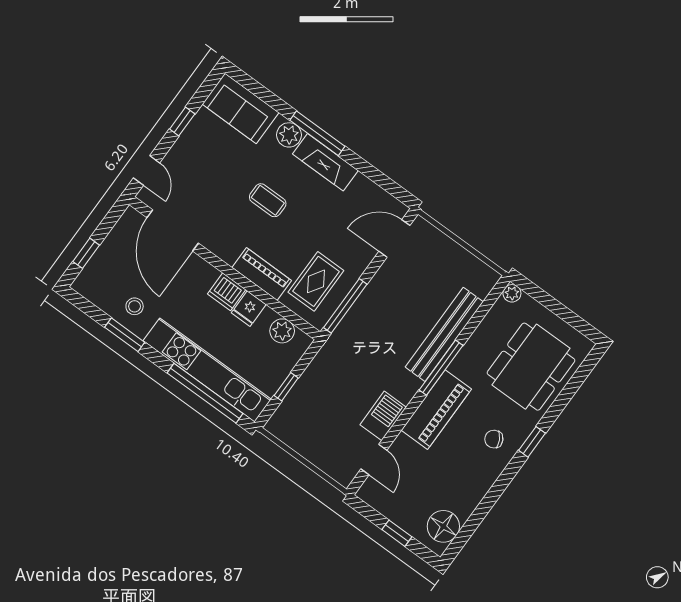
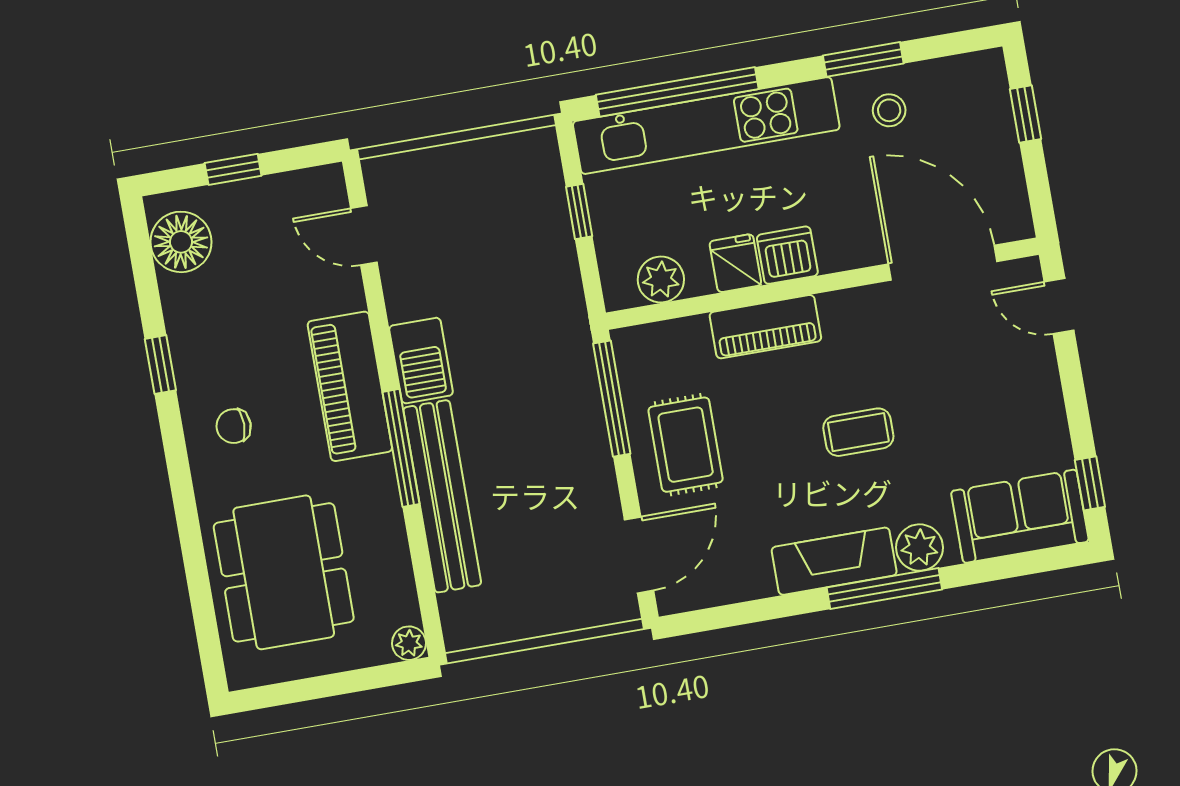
window: (182, 121) -> (1090, 483), moved
rug: (316, 281) -> (686, 445), moved
barbecue: (383, 416) -> (421, 361), moved
chair: (494, 439) -> (234, 426), turned -152
window: (532, 442) -> (160, 365), moved

